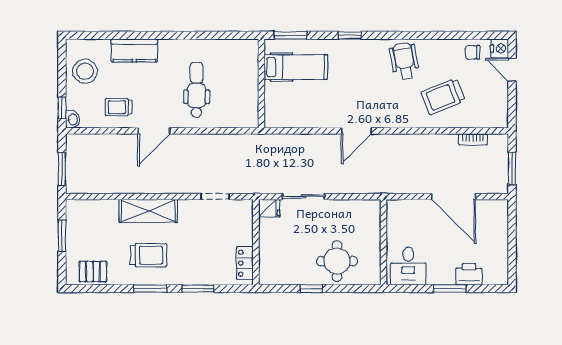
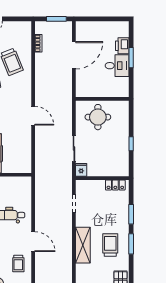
round table: (337, 261) -> (98, 117), moved
desk: (408, 266) -> (117, 66), moved

